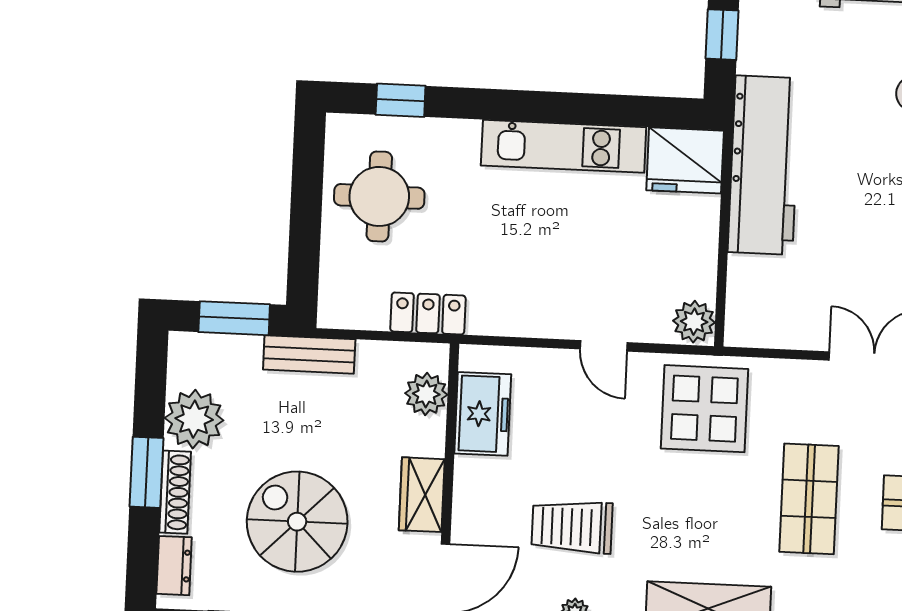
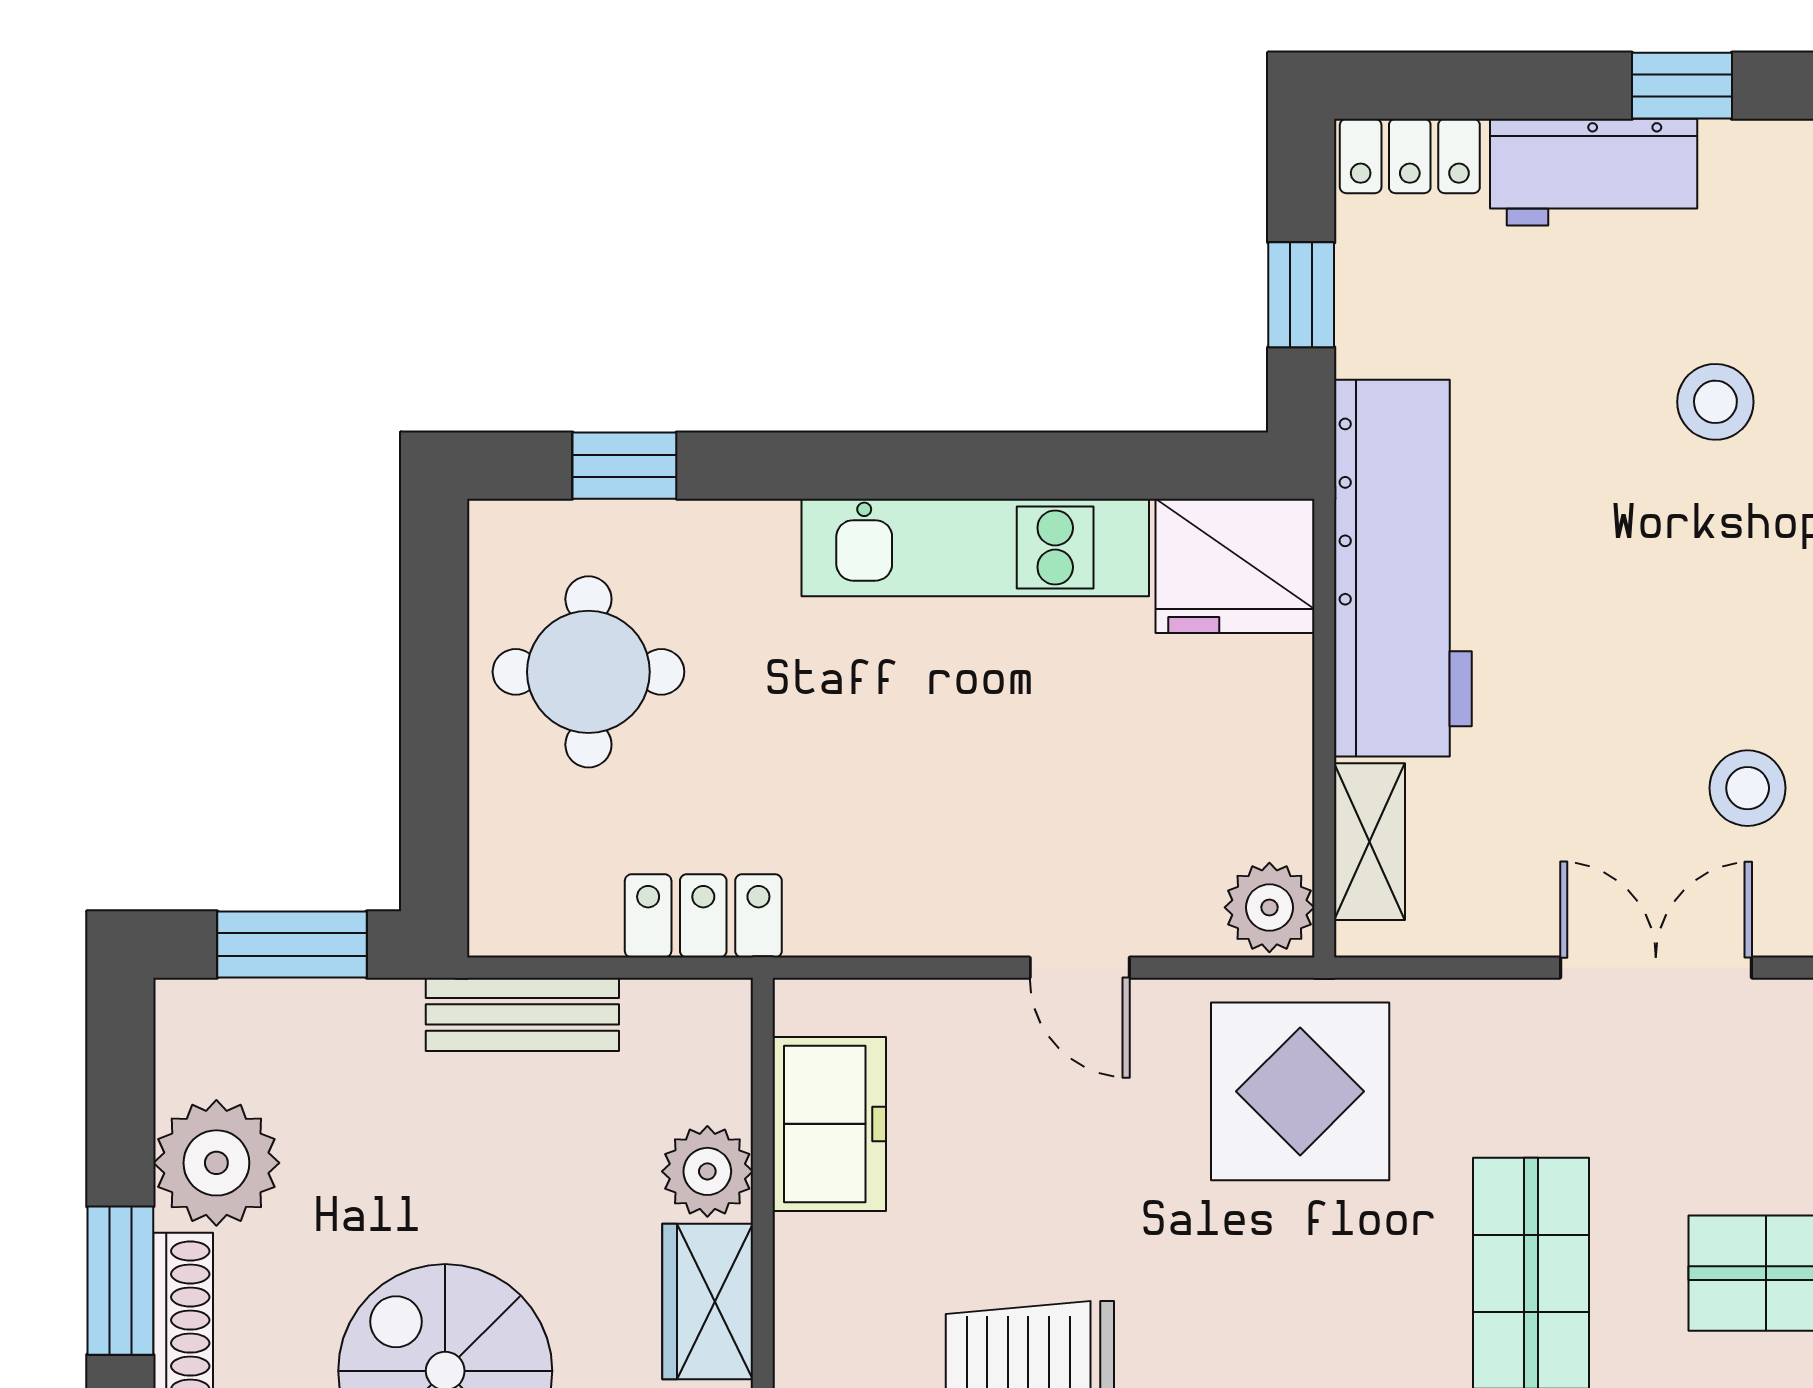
shelving: (742, 293) -> (1370, 842), added
bench: (309, 354) -> (522, 1014), moved
plant: (426, 394) -> (707, 1171), moved

